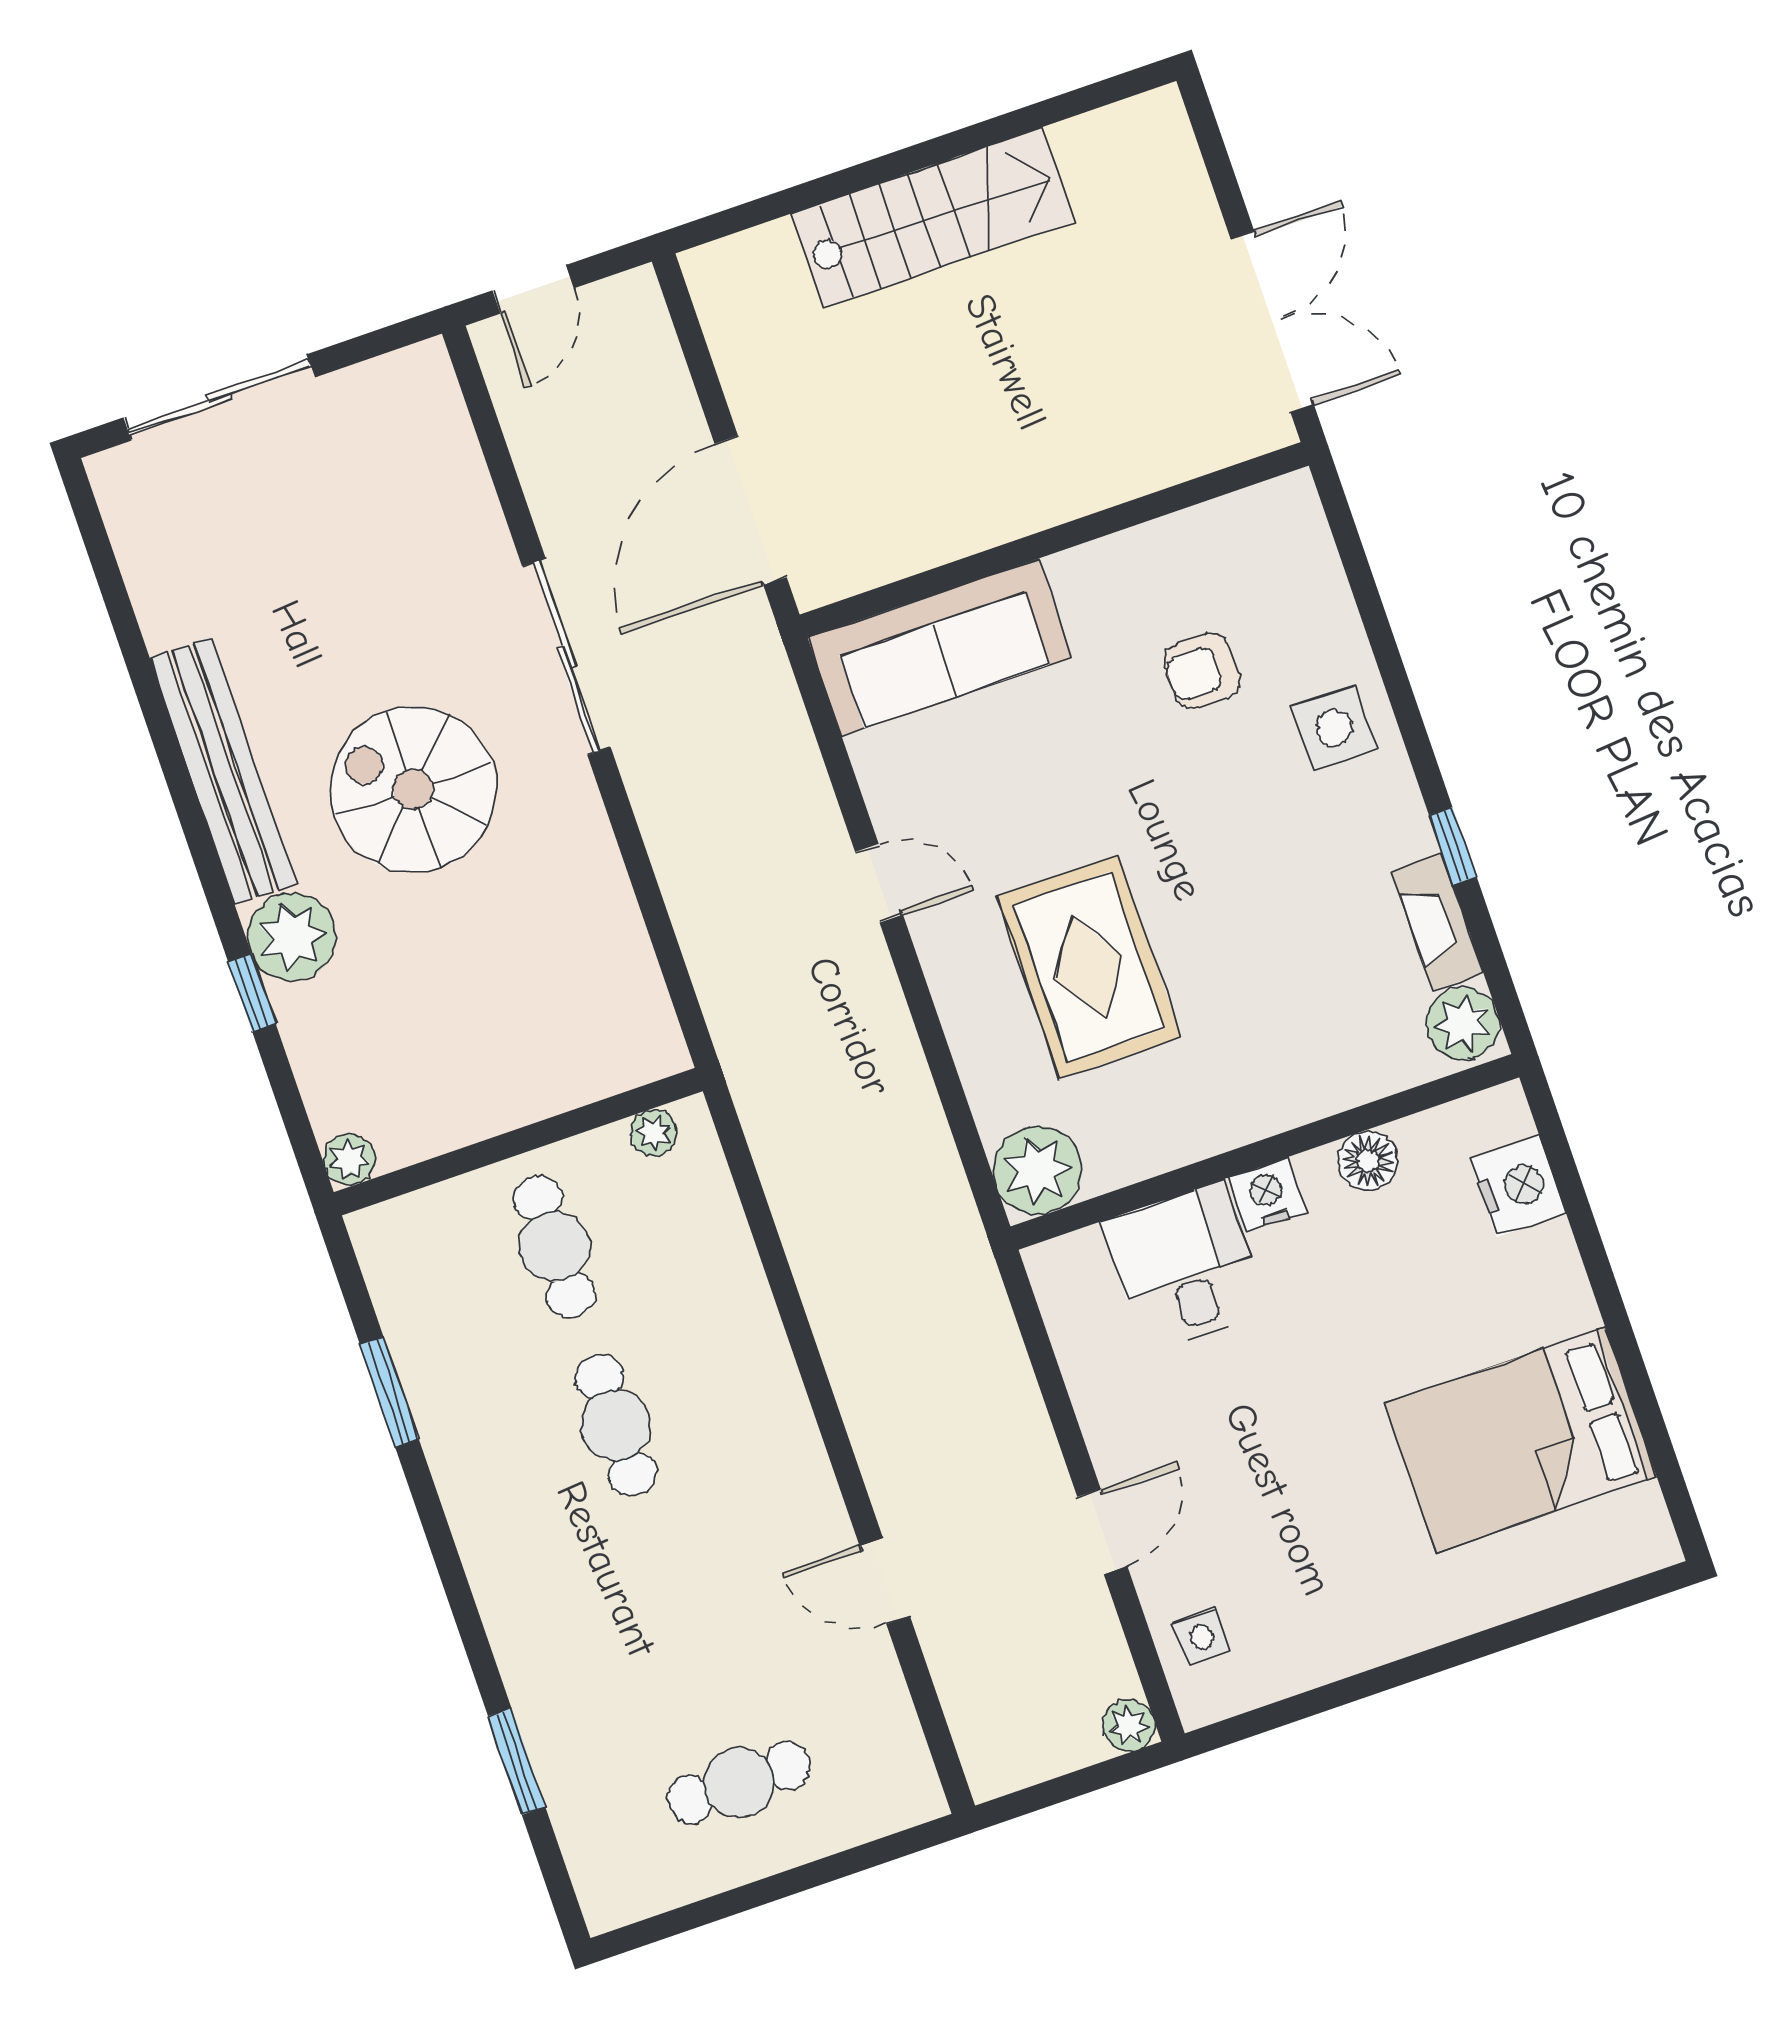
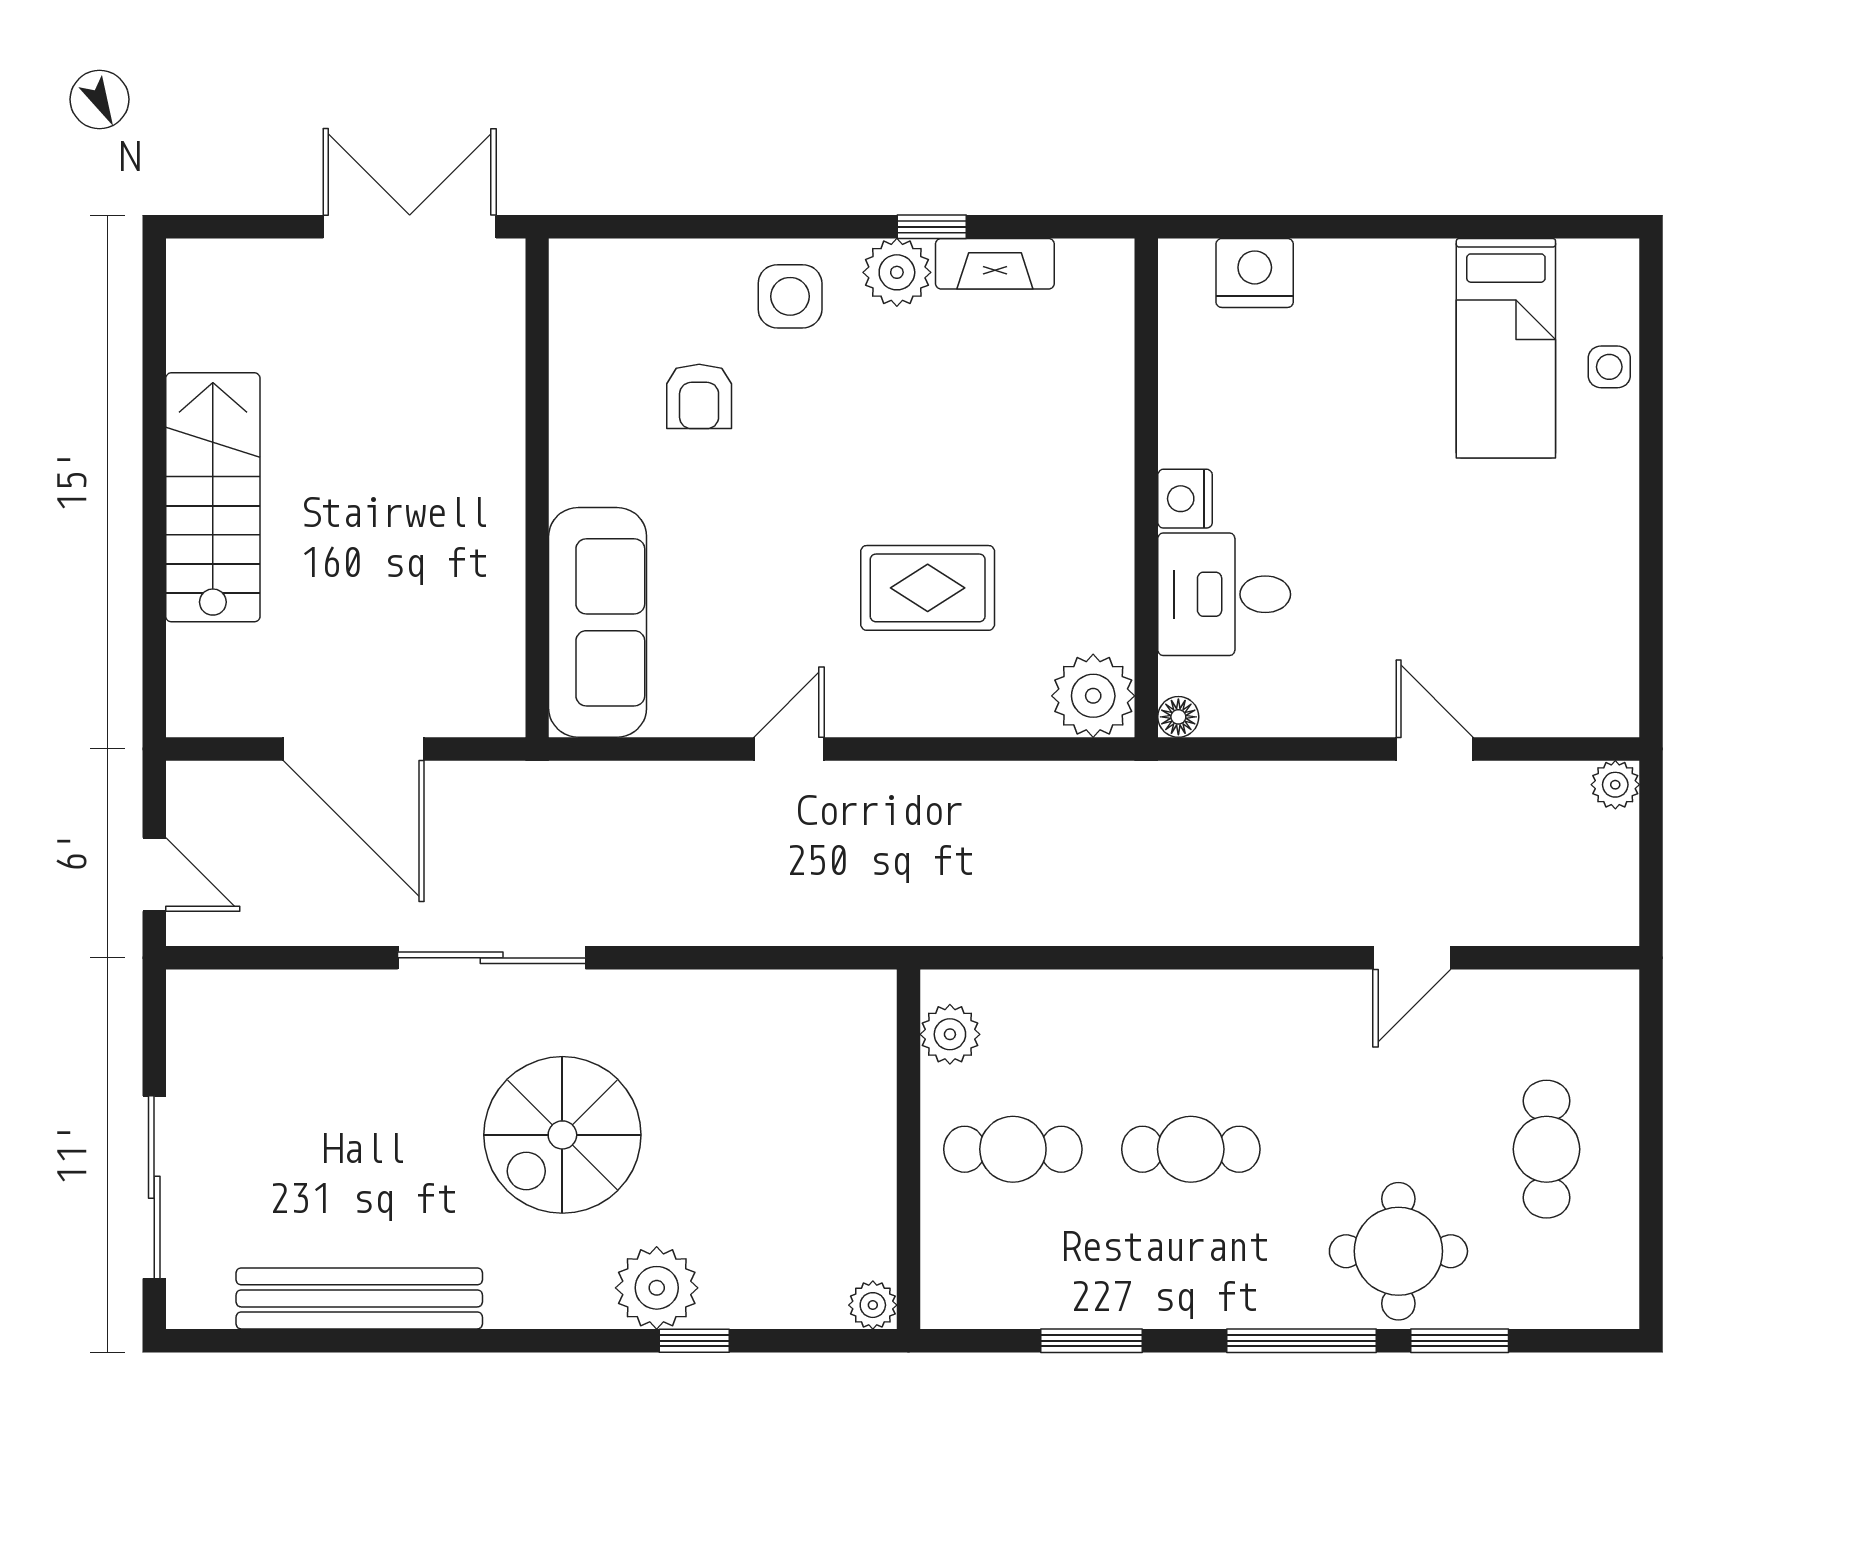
door: (751, 510) -> (354, 749), moved
bench: (223, 771) -> (359, 1298), moved
rug: (1089, 967) -> (928, 588), width x0.73, depth x0.70
plant: (1463, 1024) -> (897, 272), moved
plant: (653, 1133) -> (950, 1034), width x1.38, depth x1.38
floor lamp: (1368, 1161) -> (1178, 717), moved, width x0.73, depth x0.73
bed: (1521, 1440) -> (1506, 348), width x0.67
window: (462, 1603) -> (1302, 1341), added
side table: (1201, 1637) -> (1609, 367), moved
round table: (585, 1669) -> (1398, 1251), added

